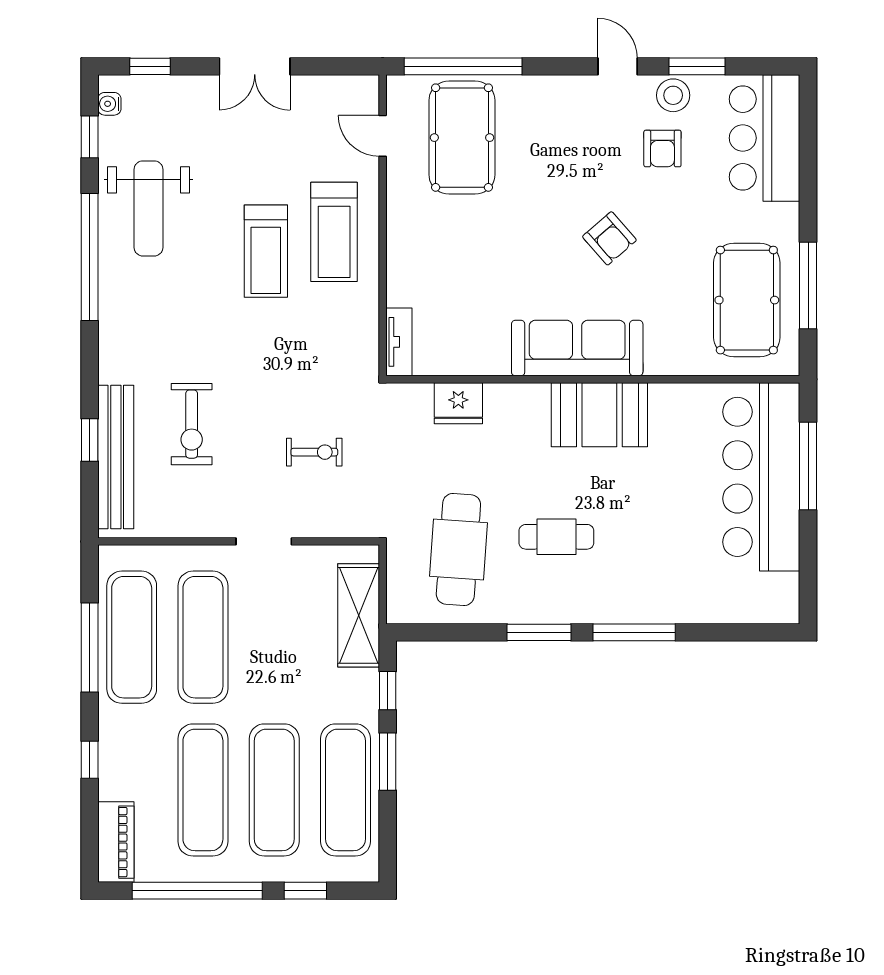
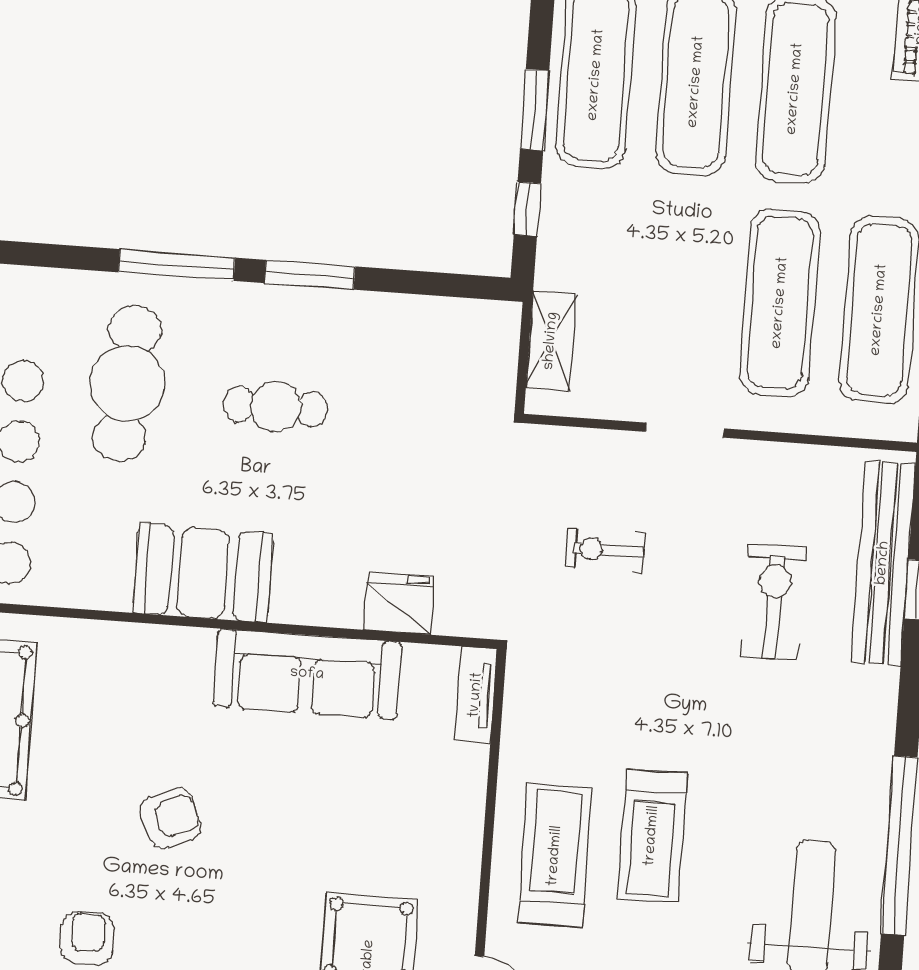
armchair: (609, 238) -> (171, 818), turned 107
treadmill: (266, 251) -> (652, 836), turned 180
sofa: (577, 348) -> (307, 674), moved
cafe table: (458, 549) -> (127, 384), moved
shelving: (359, 615) -> (551, 341), width x0.67, depth x0.75

